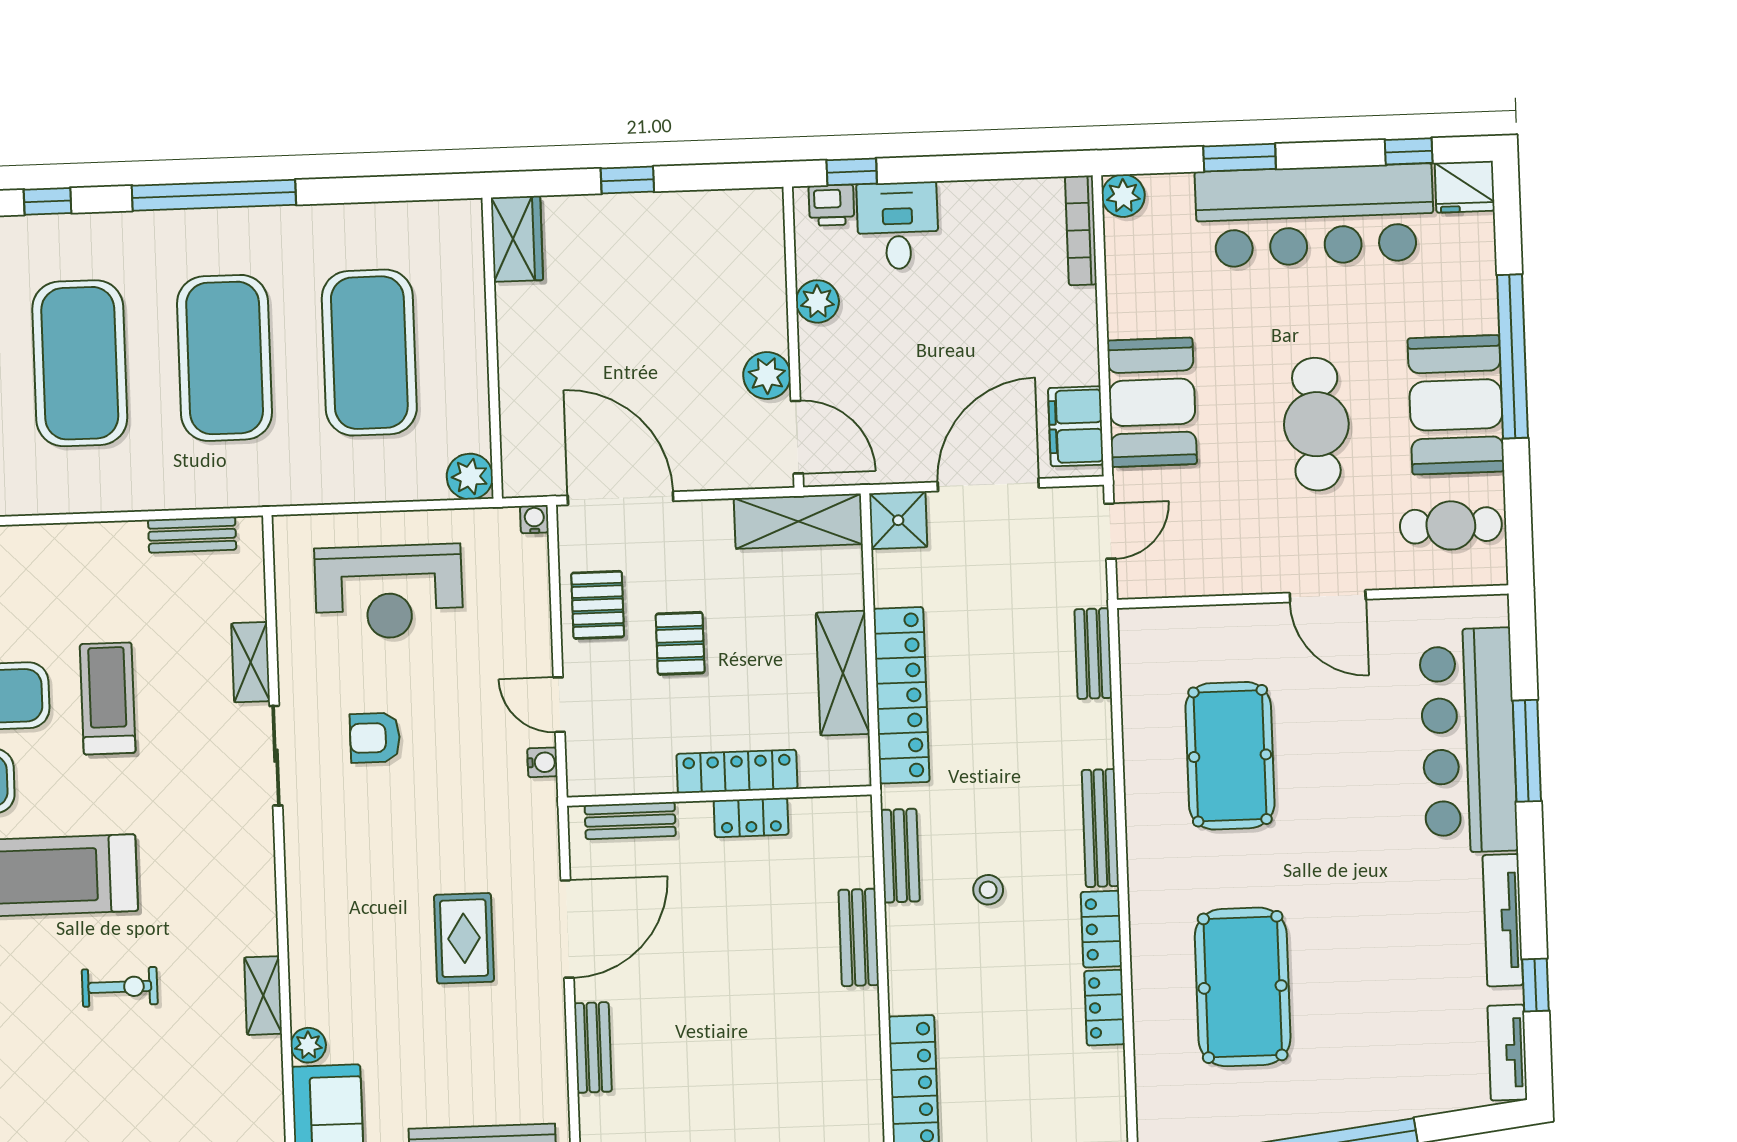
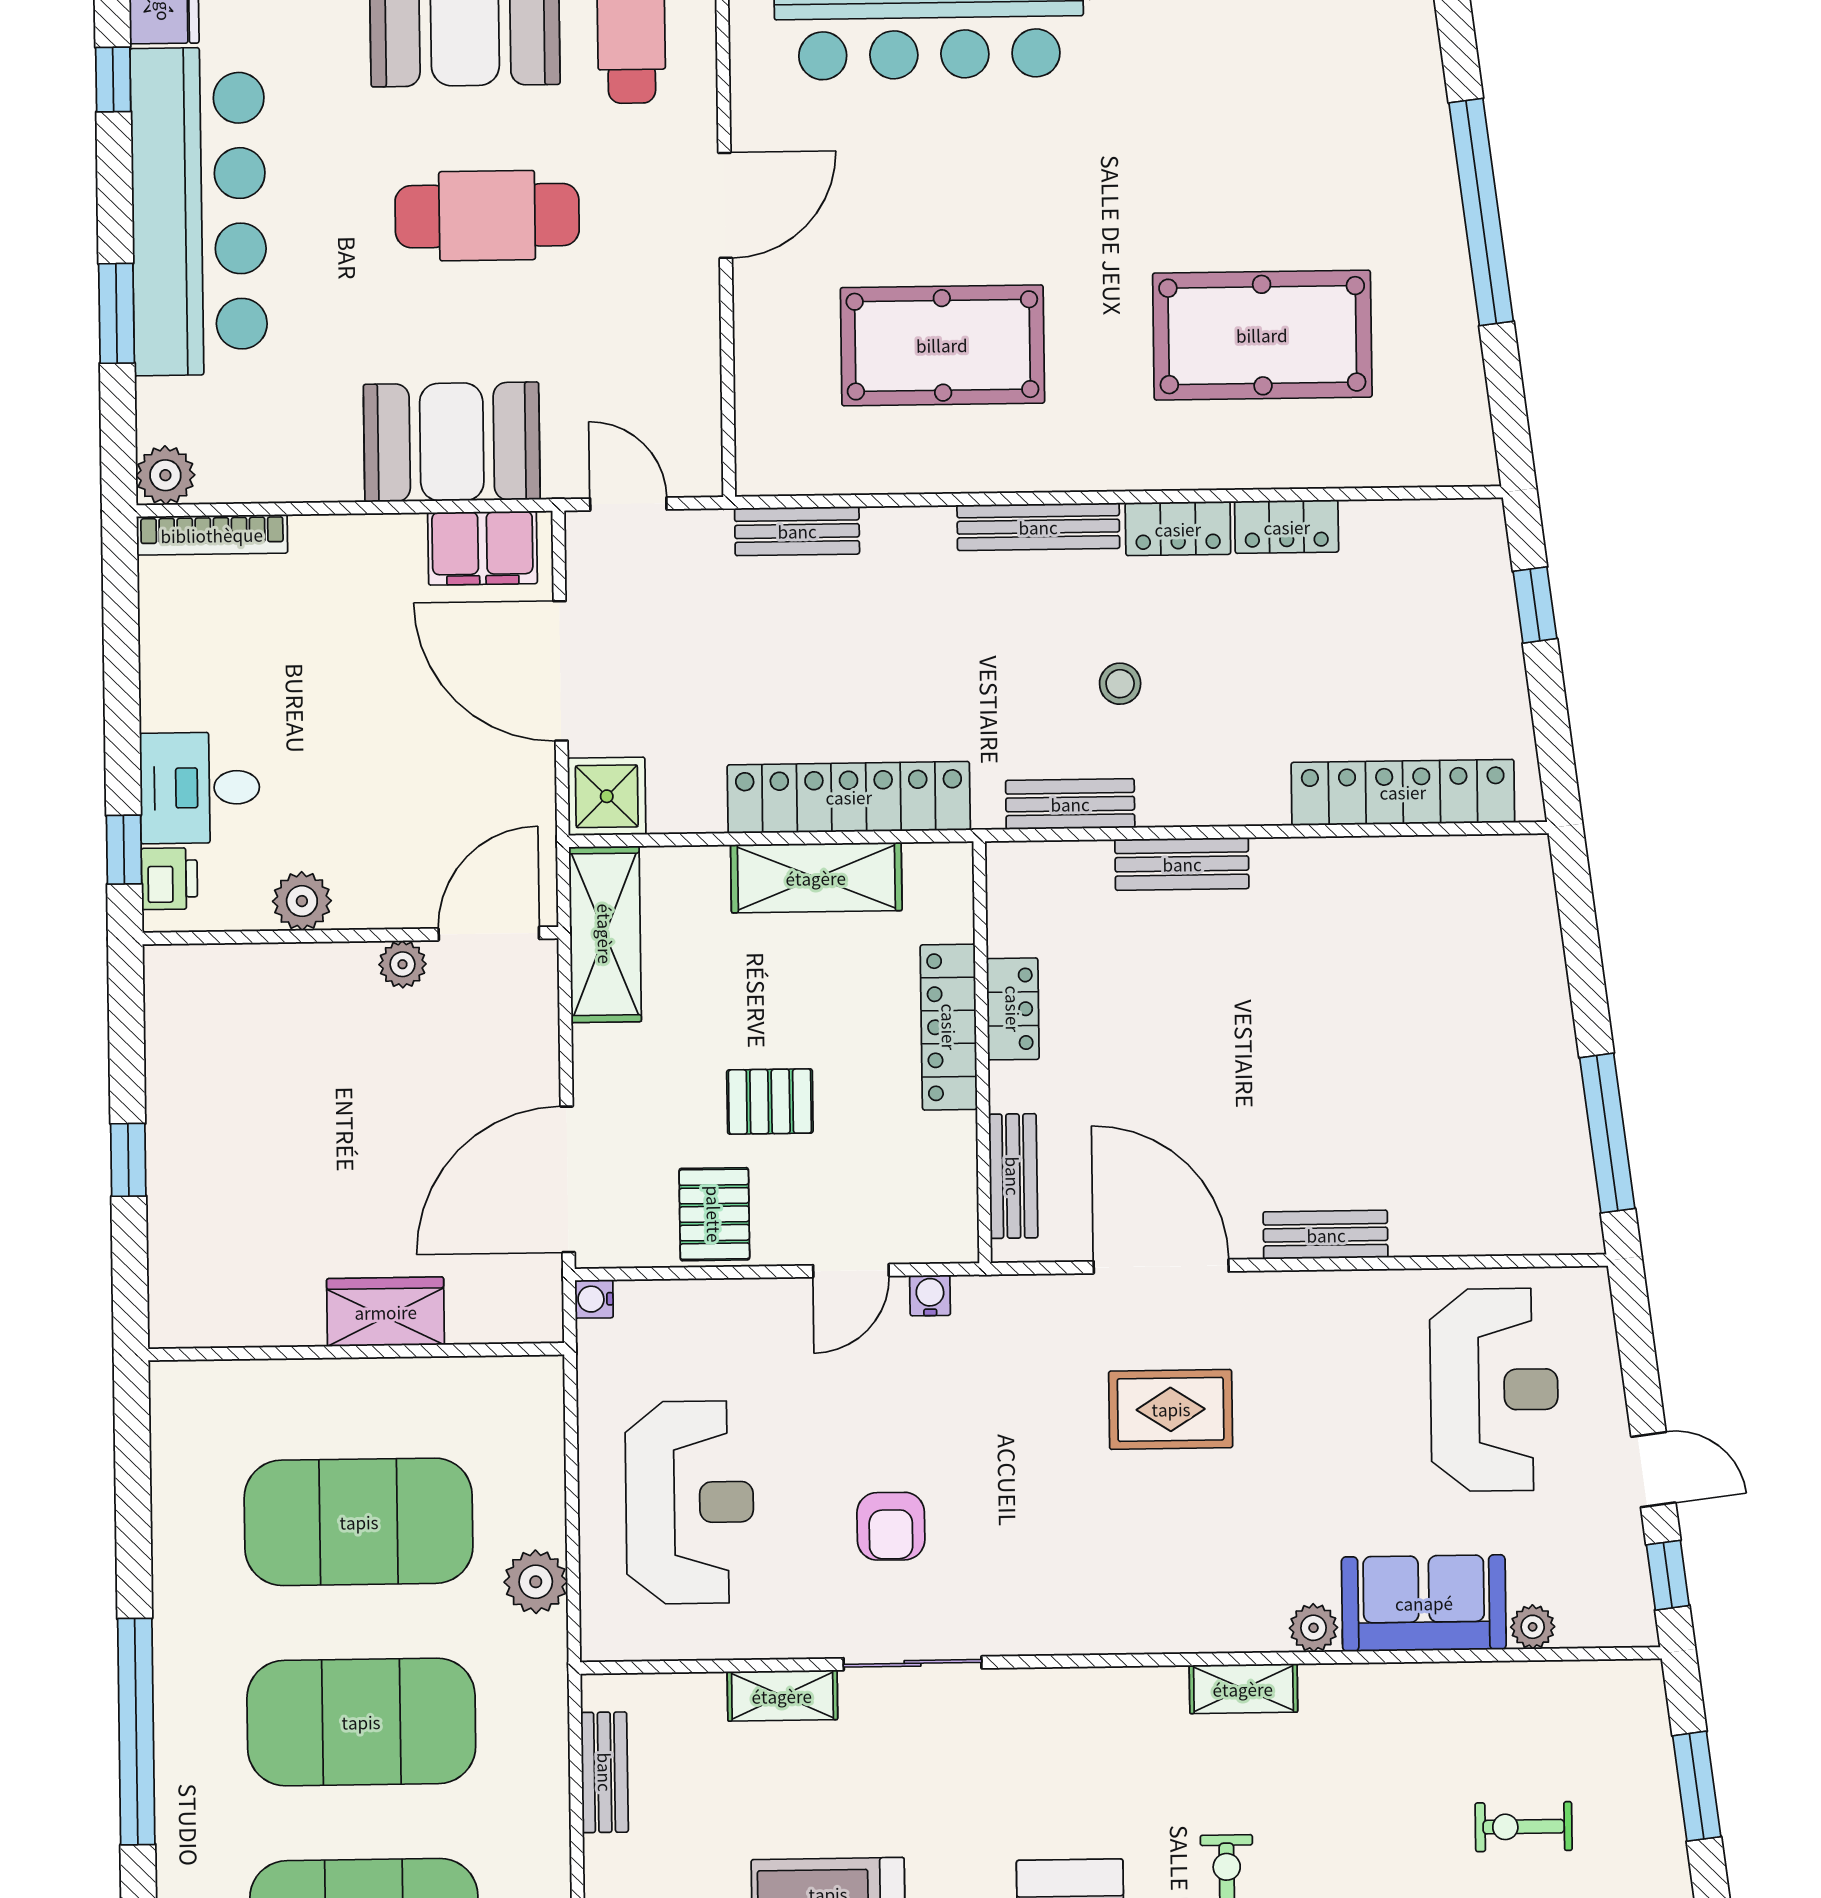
wardrobe: (517, 239) -> (386, 1312), moved
plant: (767, 375) -> (403, 964), width x0.73, depth x0.73
plant: (470, 477) -> (536, 1582), moved
pallet: (598, 605) -> (714, 1214), turned 90

